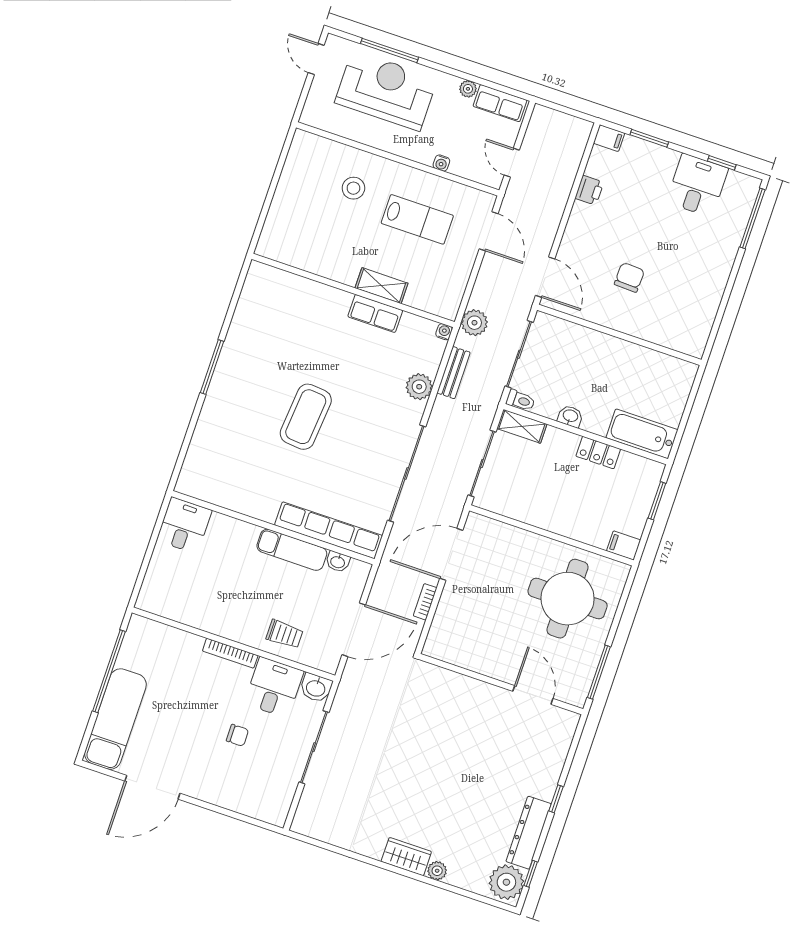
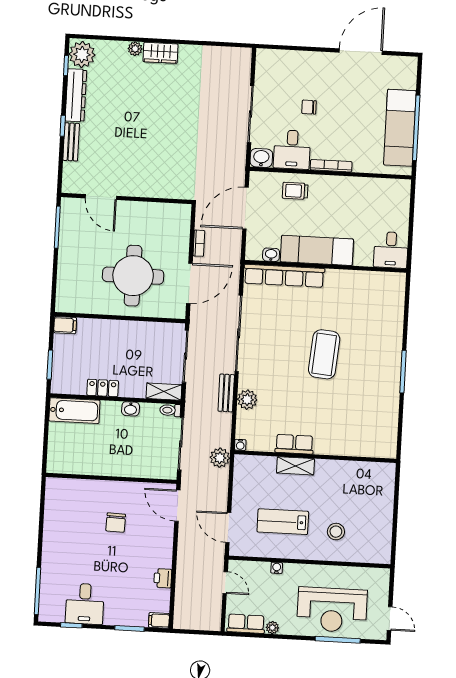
bench: (454, 373) -> (226, 393), moved
exam couch: (292, 550) -> (317, 250), width x1.36, depth x1.45
round table: (568, 599) -> (133, 276), moved
exam couch: (115, 719) -> (400, 128), moved
bench: (551, 775) -> (71, 142), added

